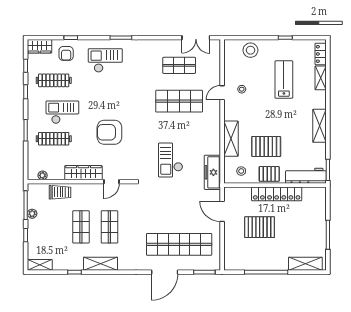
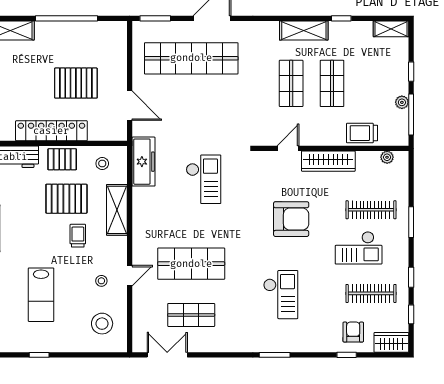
stool: (250, 50) -> (102, 324), moved
checkout: (105, 60) -> (281, 295), moved, turned -90
trolley: (258, 121) -> (78, 236), added

